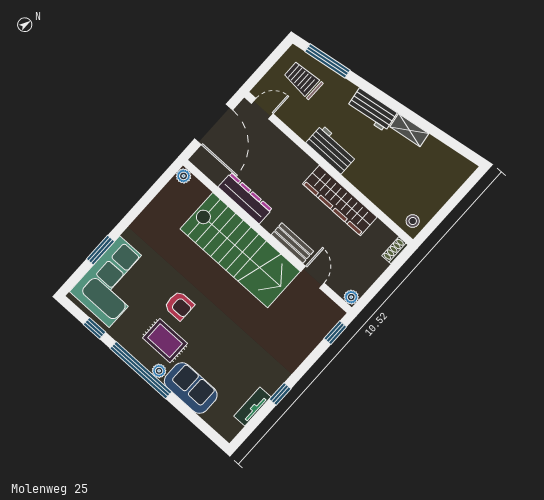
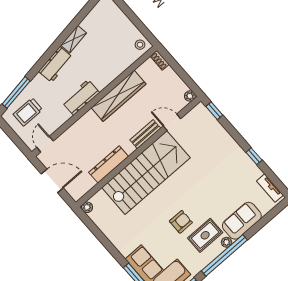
door: (214, 124) -> (52, 181), width x0.73
tv unit: (252, 407) -> (270, 188), moved

